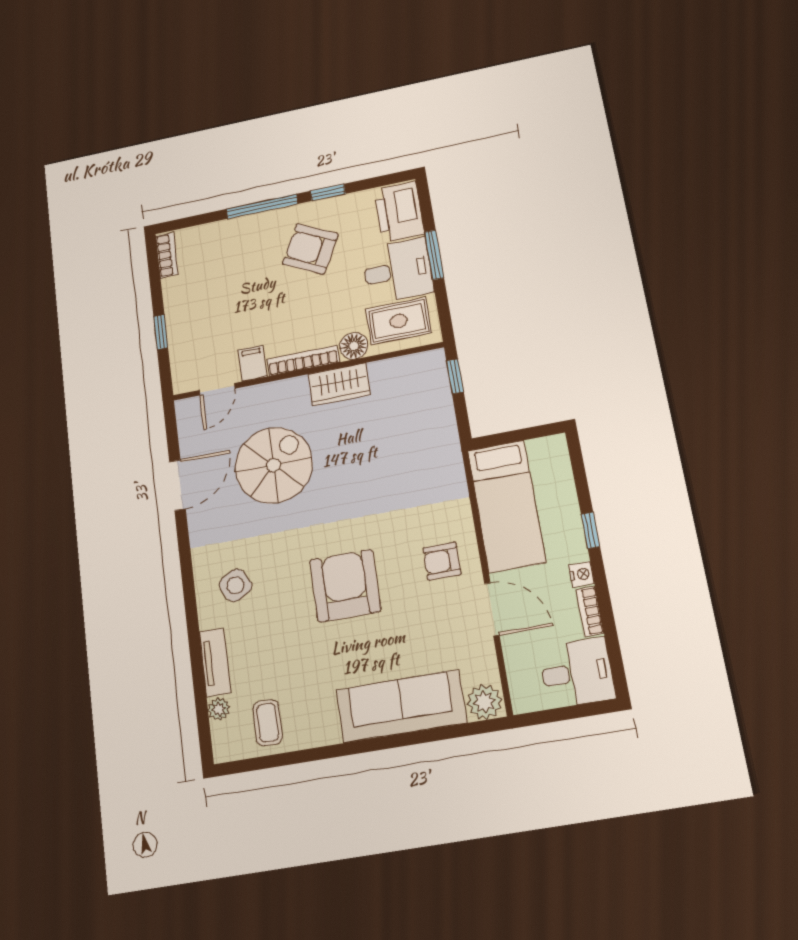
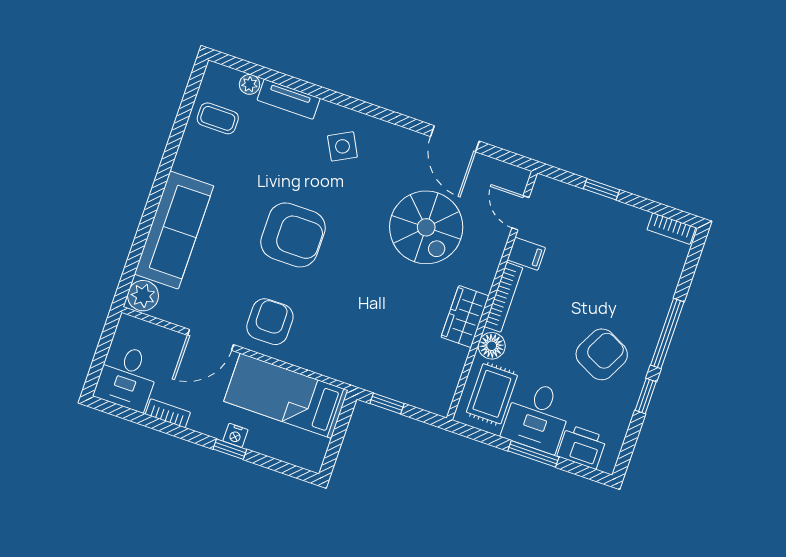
printer: (399, 212) -> (582, 447), width x0.73, depth x0.84
window: (455, 376) -> (387, 403), moved
armchair: (442, 561) -> (270, 322), width x1.38, depth x1.38
nightstand: (581, 574) -> (235, 435), moved

